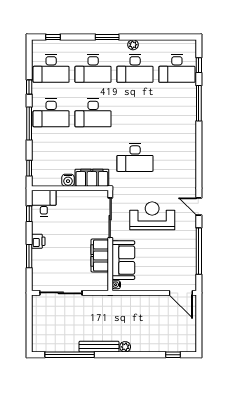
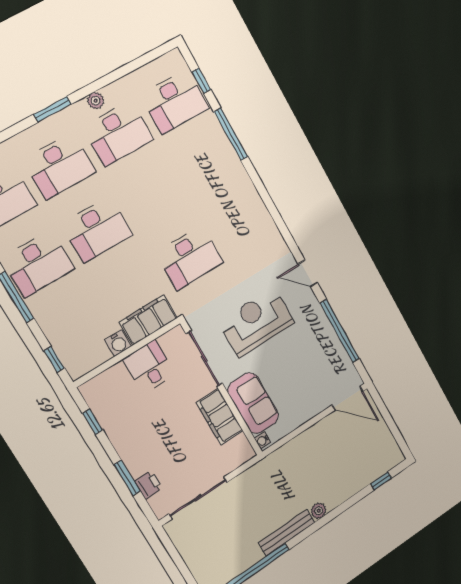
desk: (44, 203) -> (149, 367), moved
printer: (38, 241) -> (148, 485), moved

